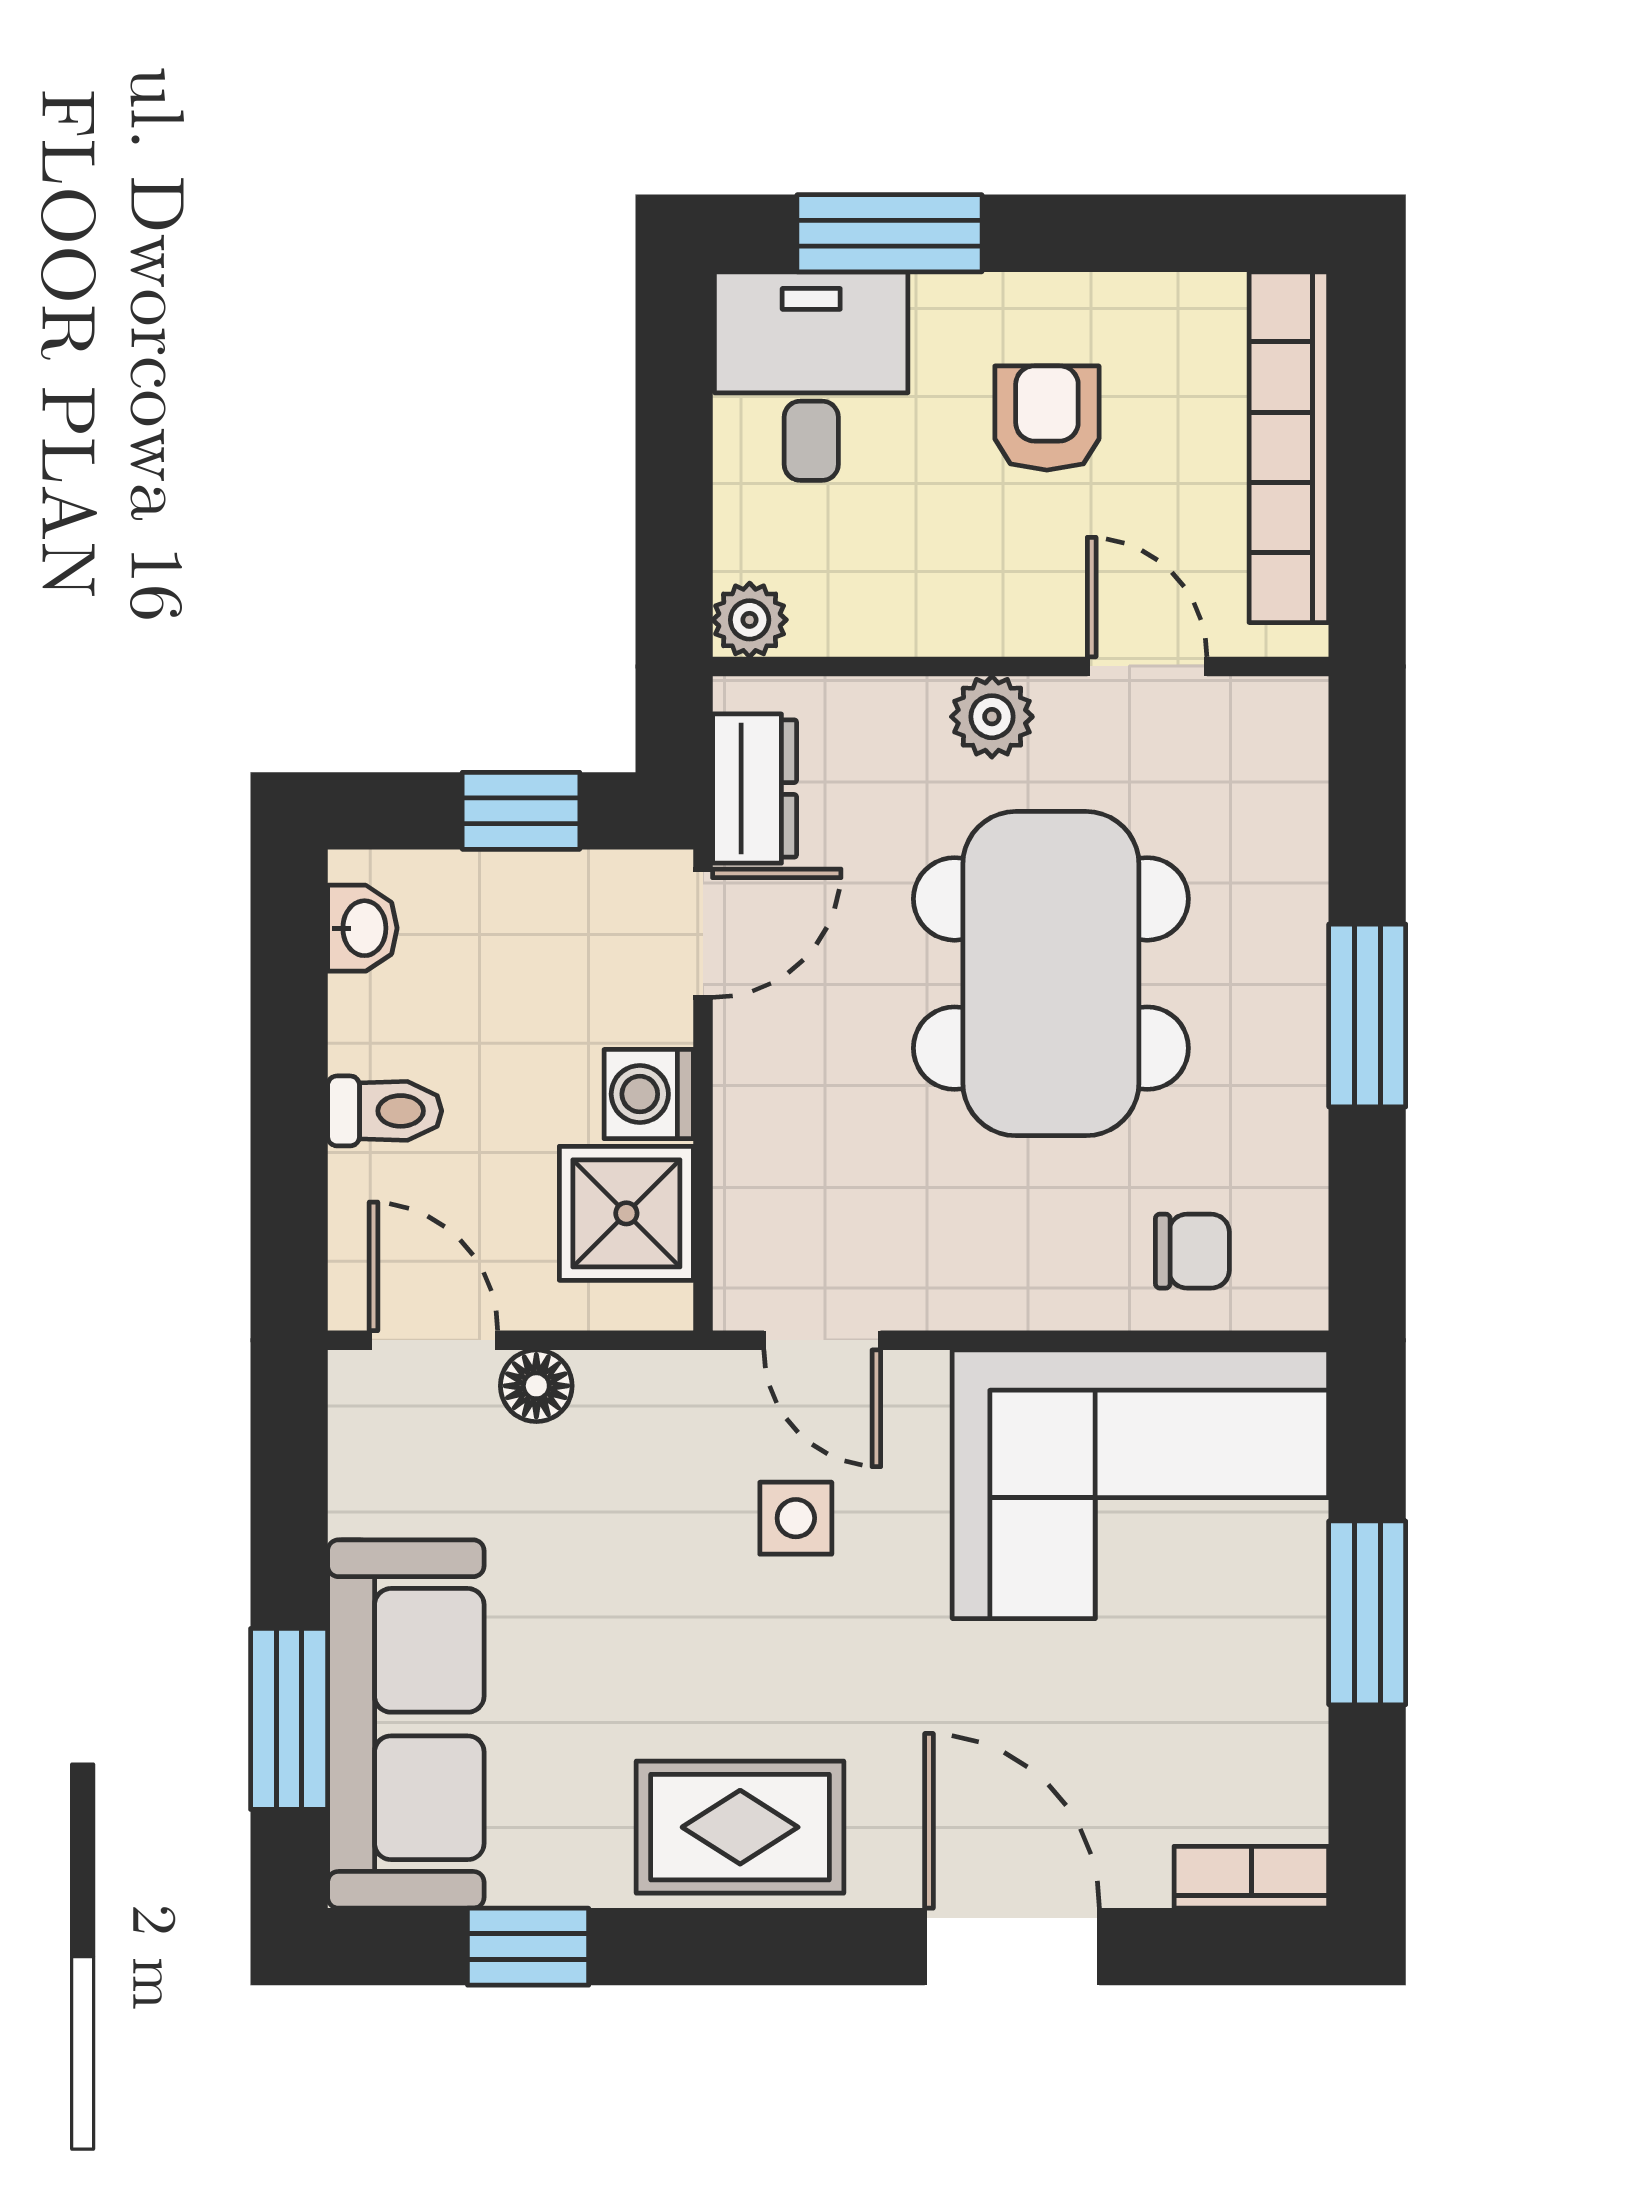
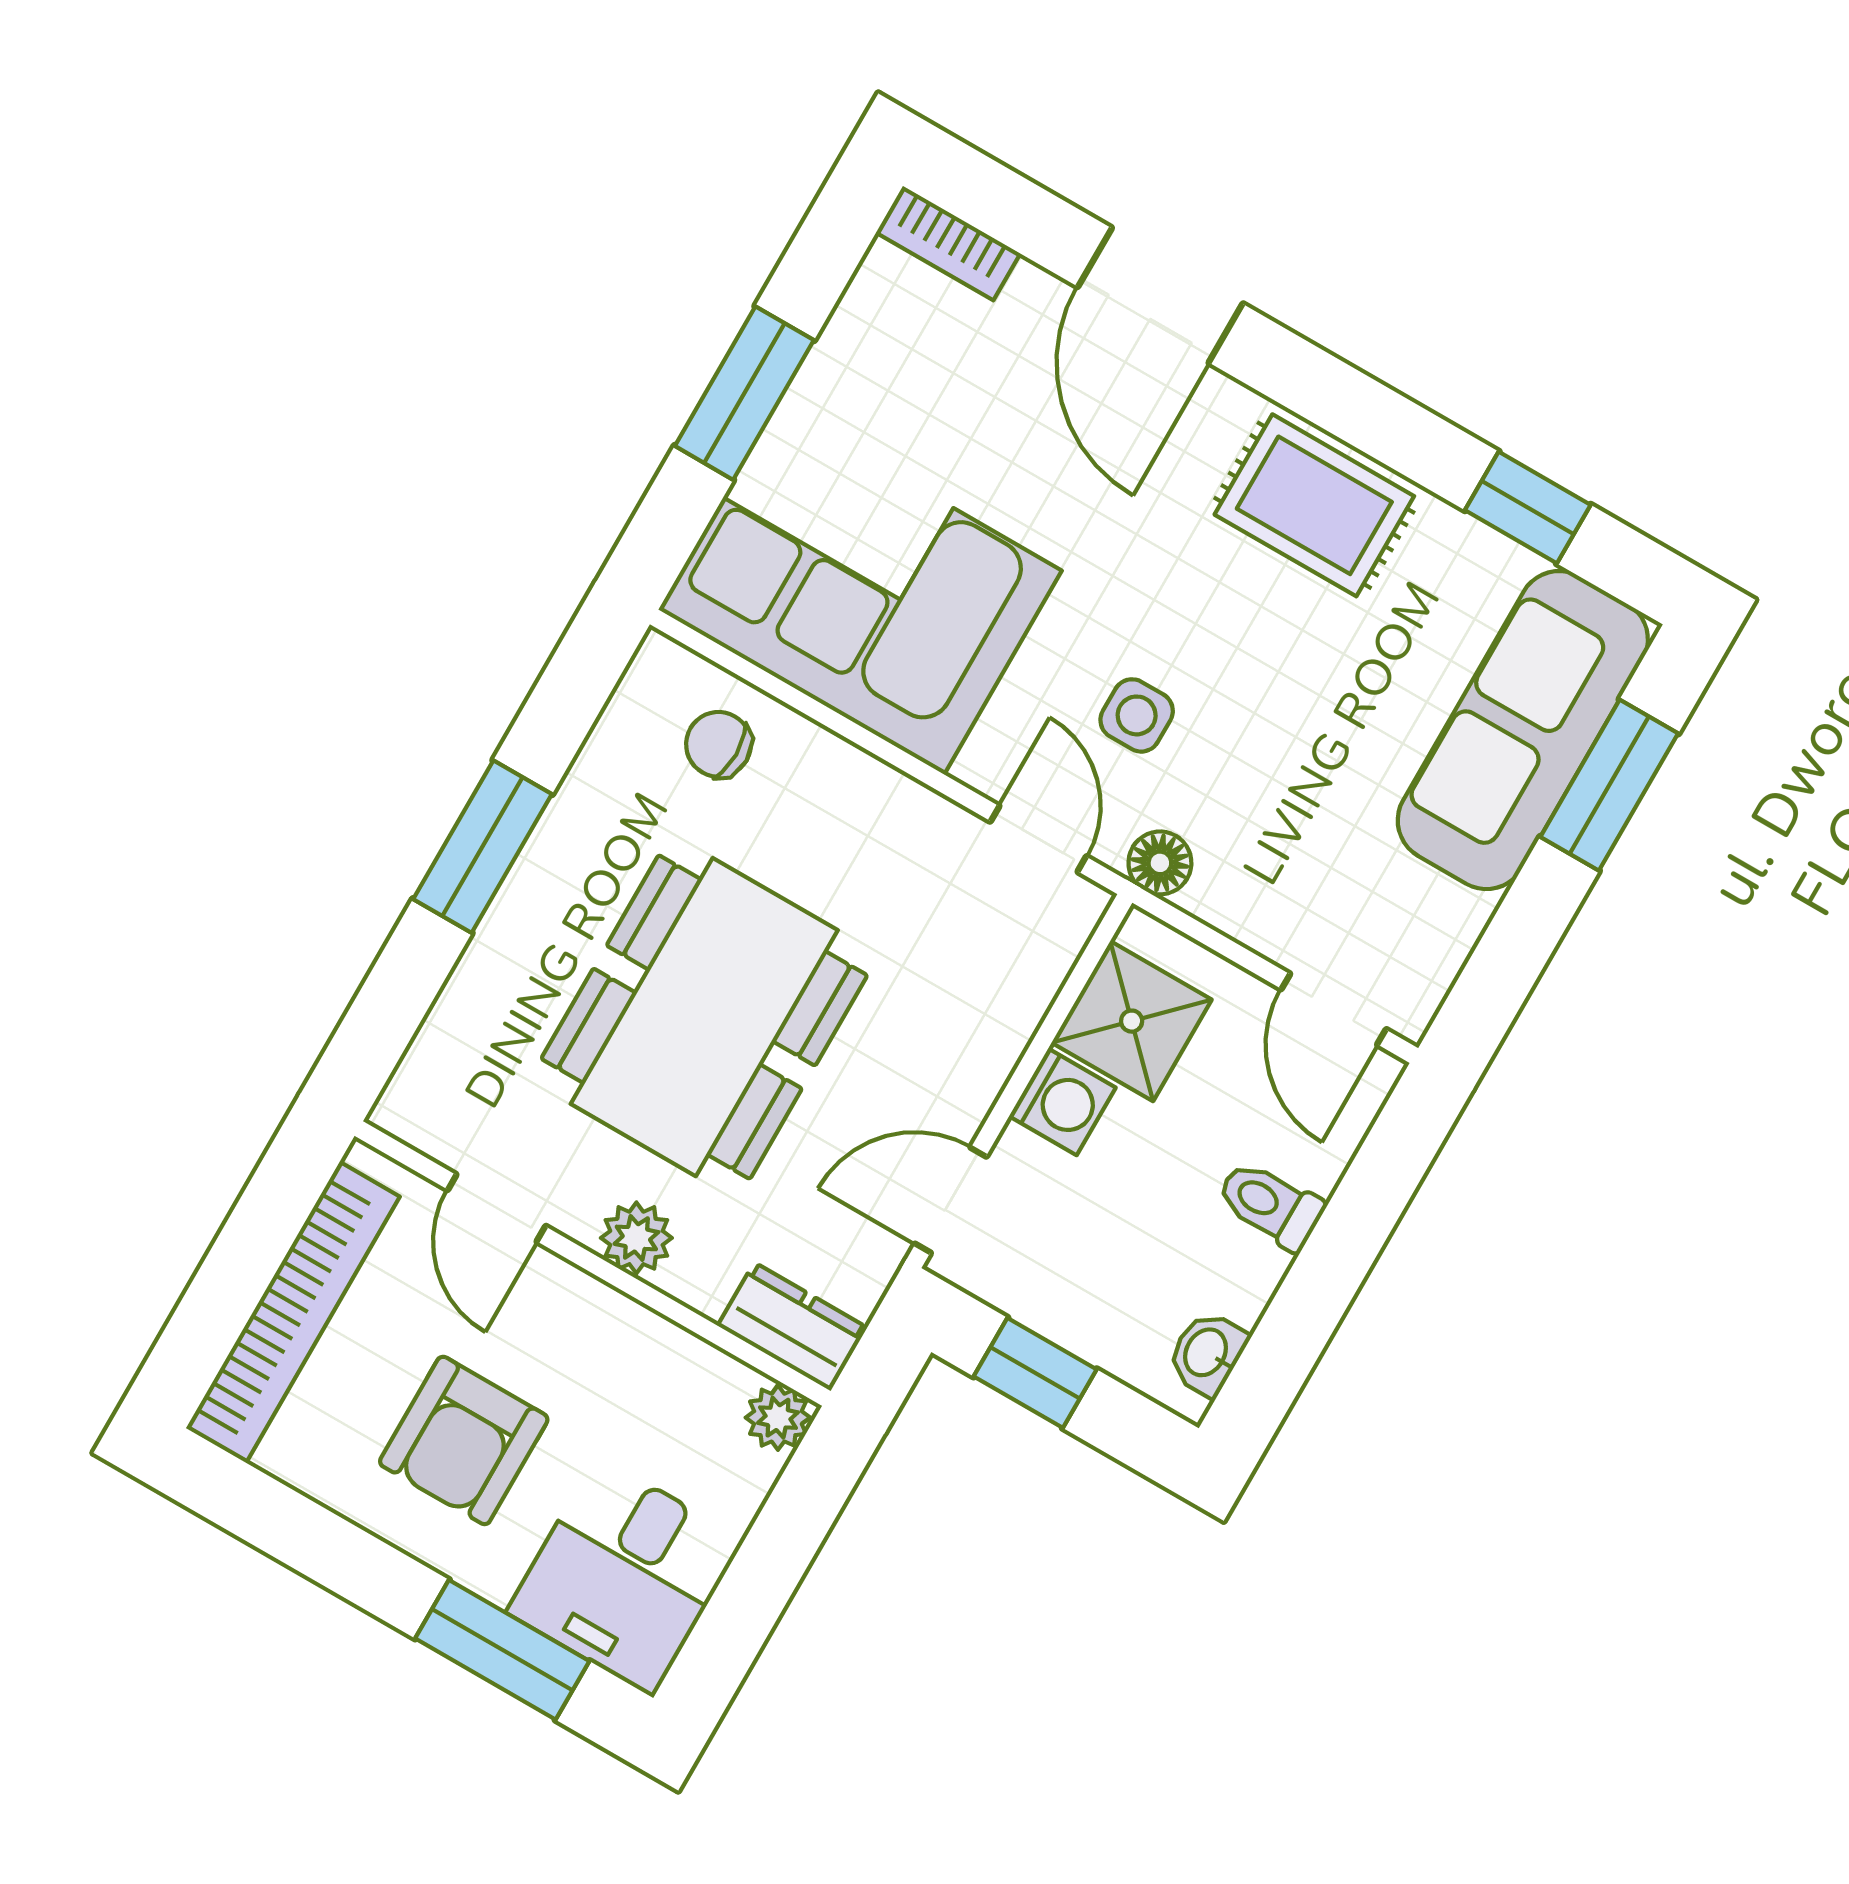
armchair: (1047, 418) -> (464, 1440), width x1.38, depth x1.38
dresser: (755, 789) -> (792, 1327), moved, turned 90
floor lamp: (536, 1386) -> (1160, 863), moved

